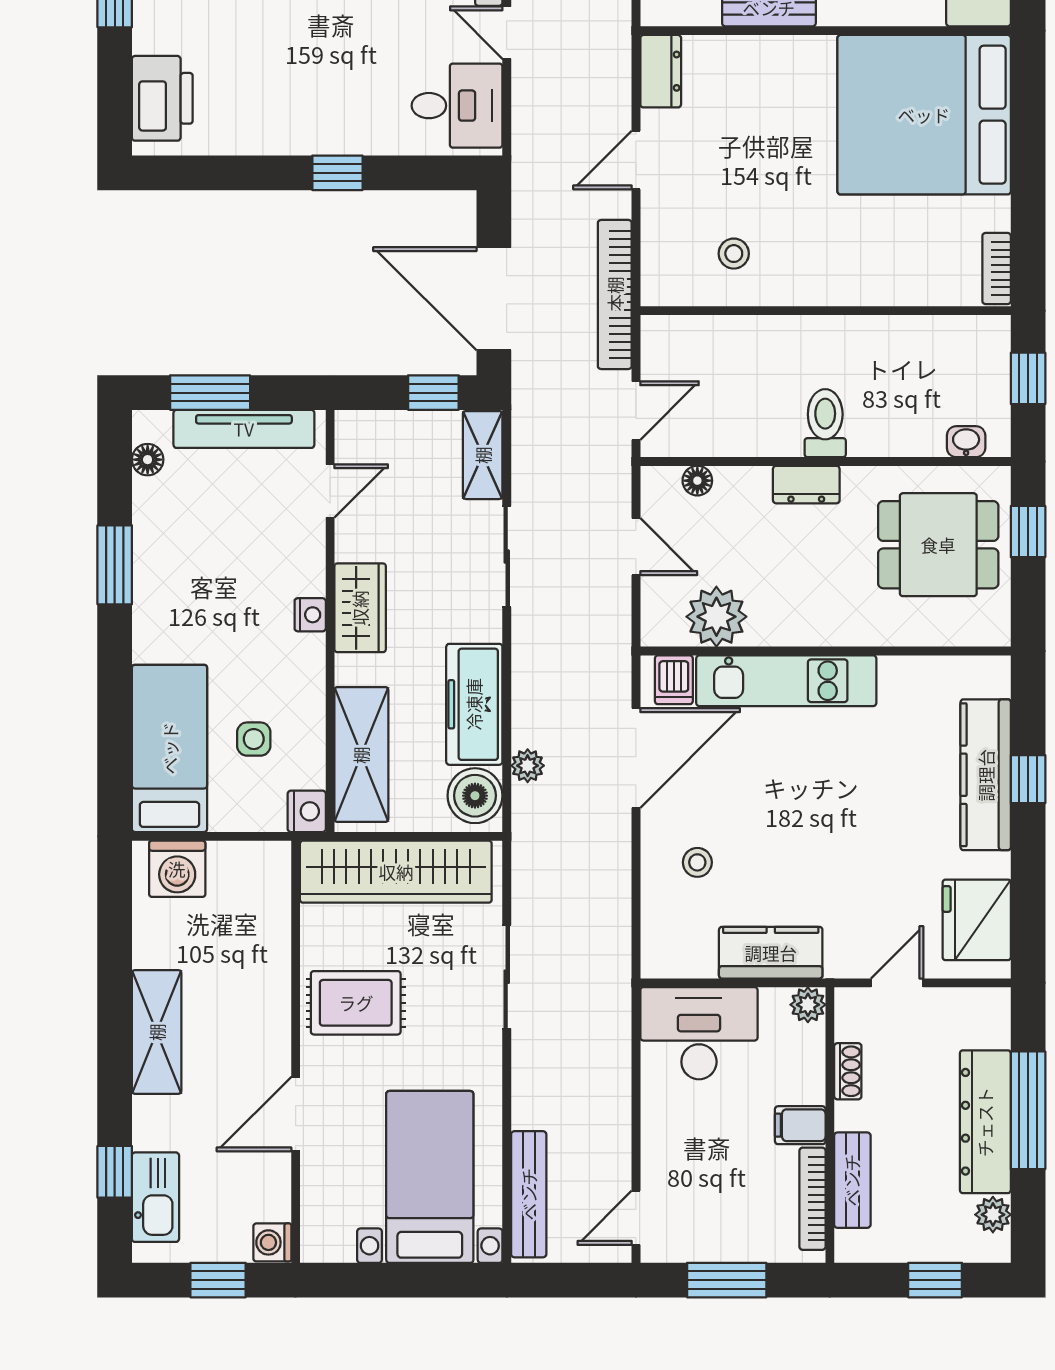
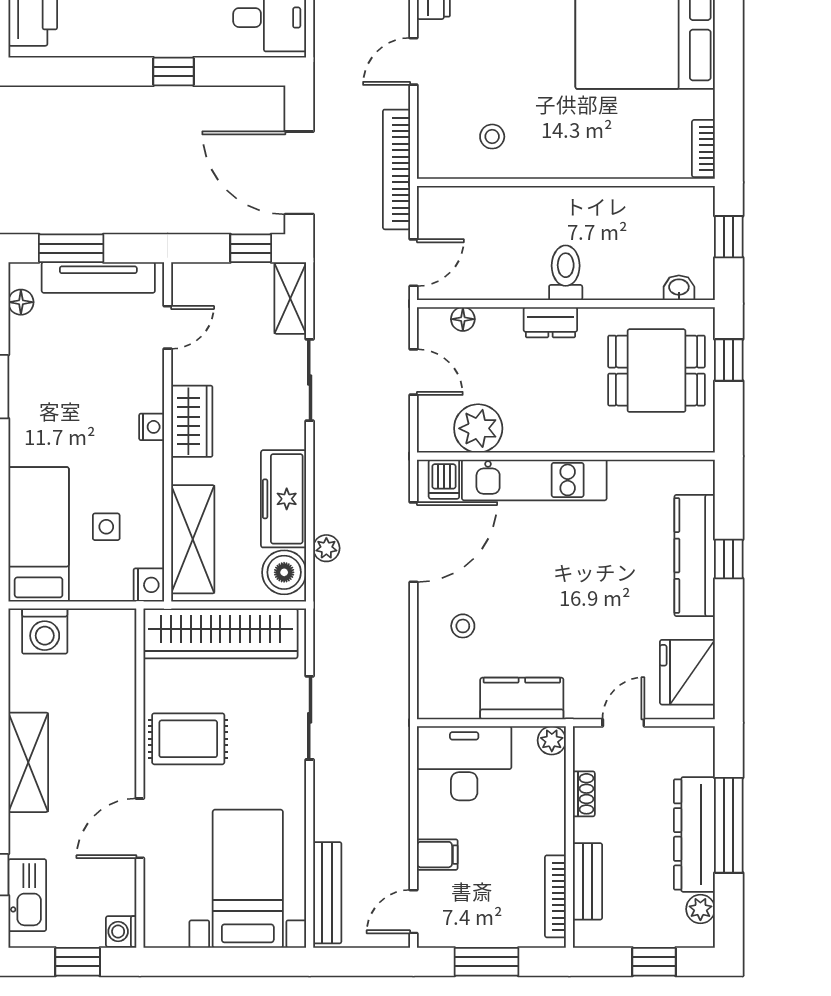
filing cabinet: (800, 1125) -> (437, 855), moved, turned 180

